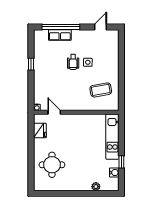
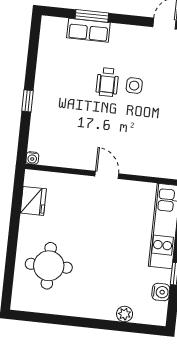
window: (61, 27) -> (92, 16), width x0.47
window: (31, 64) -> (28, 101), moved
coffee table: (101, 90) -> (152, 139), removed
door: (54, 112) -> (107, 175), moved

